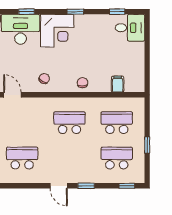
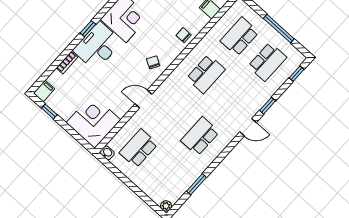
school desk: (69, 123) -> (206, 74), turned 180
window: (147, 145) -> (279, 29), width x2.17
school desk: (117, 158) -> (267, 62), turned 180

